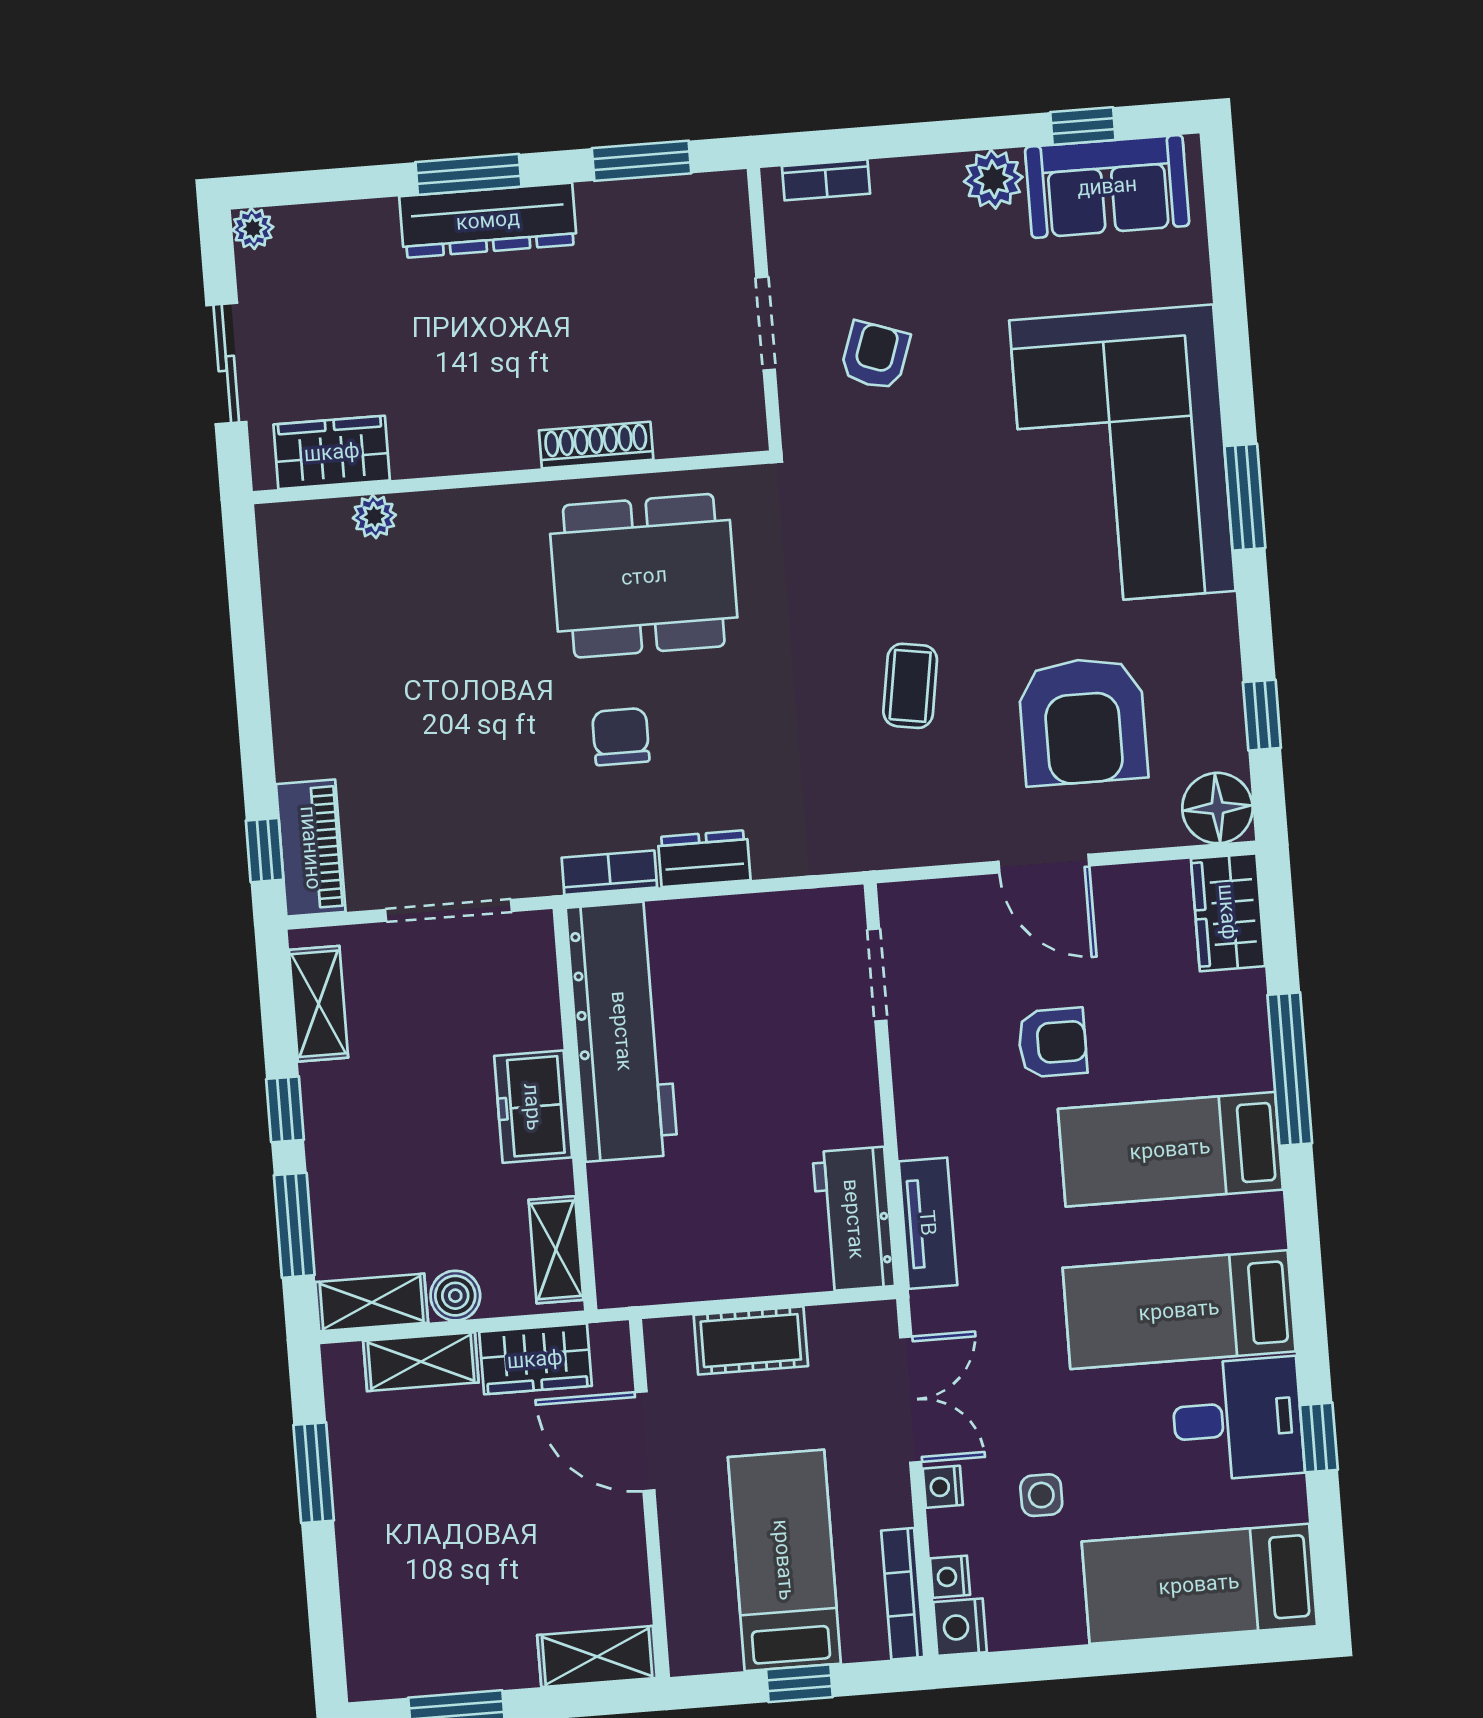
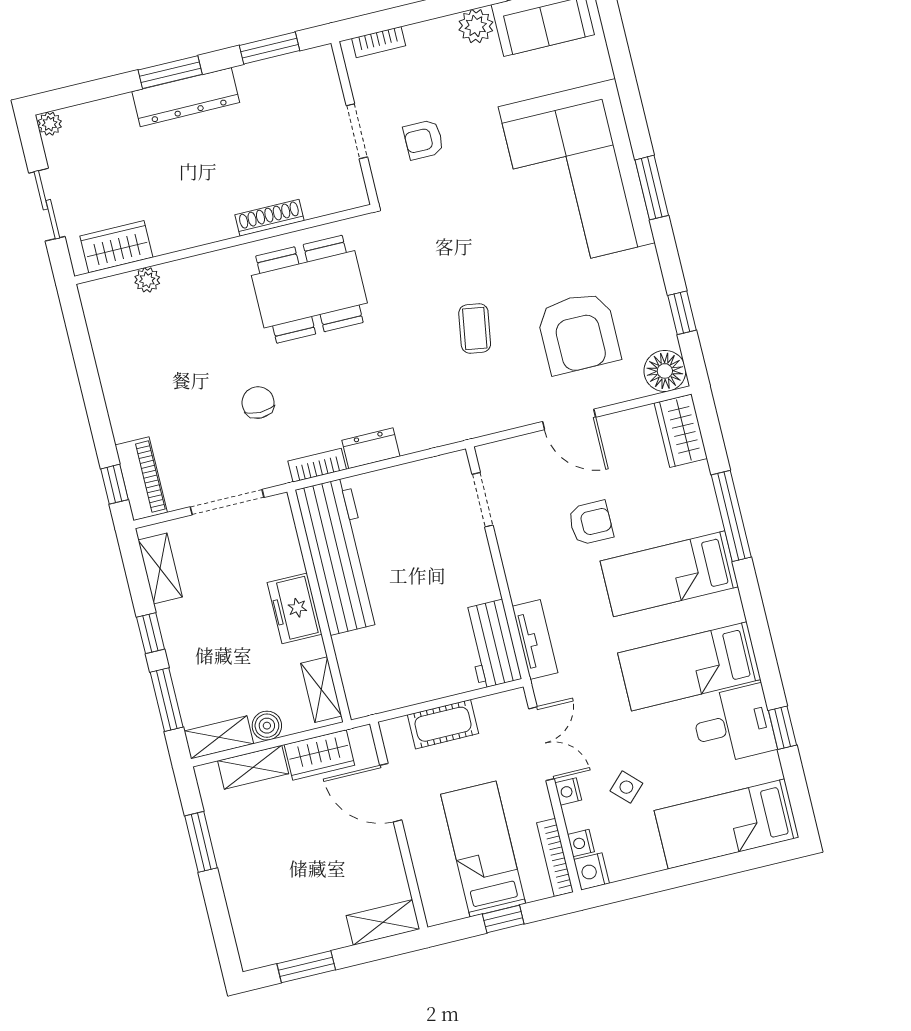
armchair: (875, 356) -> (423, 140), turned -109
chair: (621, 737) -> (258, 403), moved
side table: (1041, 1495) -> (626, 787), turned 45

